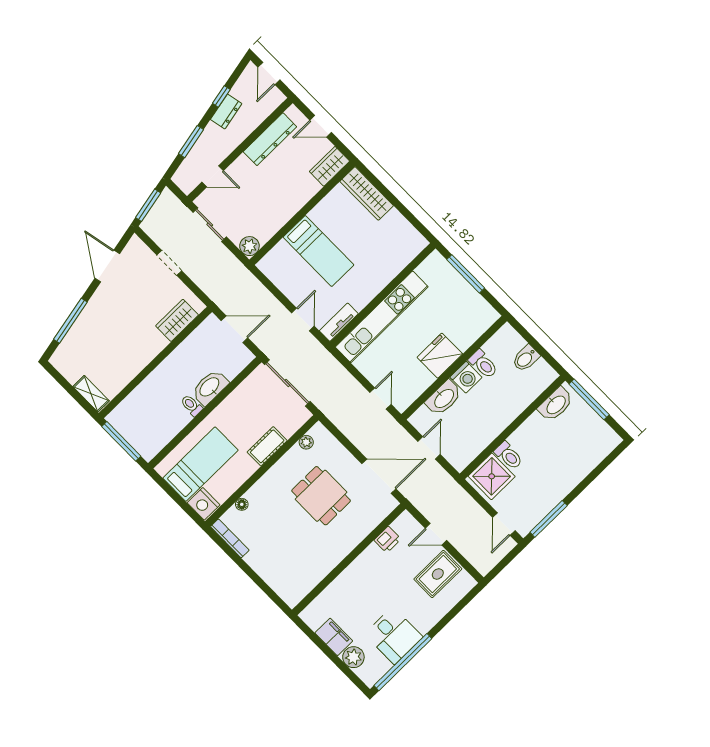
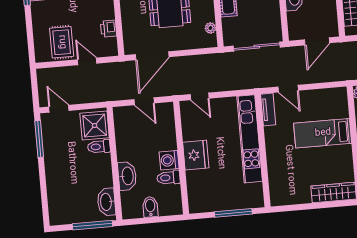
washbasin: (444, 398) -> (127, 176), moved, turned 180
door: (436, 534) -> (87, 61), hinge flipped

